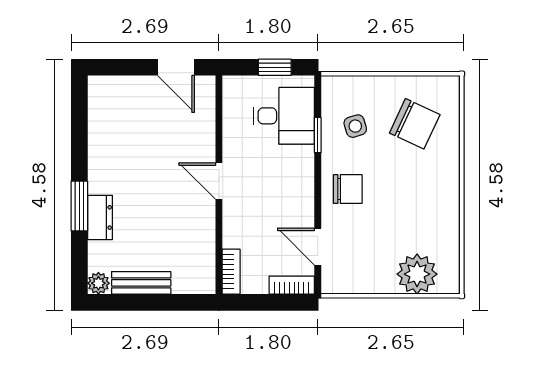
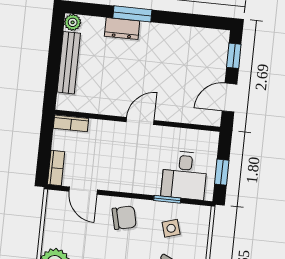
window: (120, 67) -> (234, 56), added
chair: (348, 189) -> (124, 218), turned -103
door: (318, 247) -> (83, 191), swing flipped
bench: (141, 283) -> (69, 63), width x1.36

